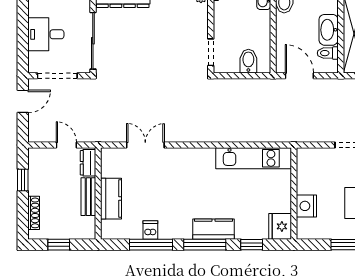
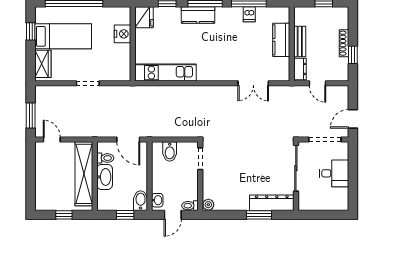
shoe rack: (34, 213) -> (344, 43), moved

